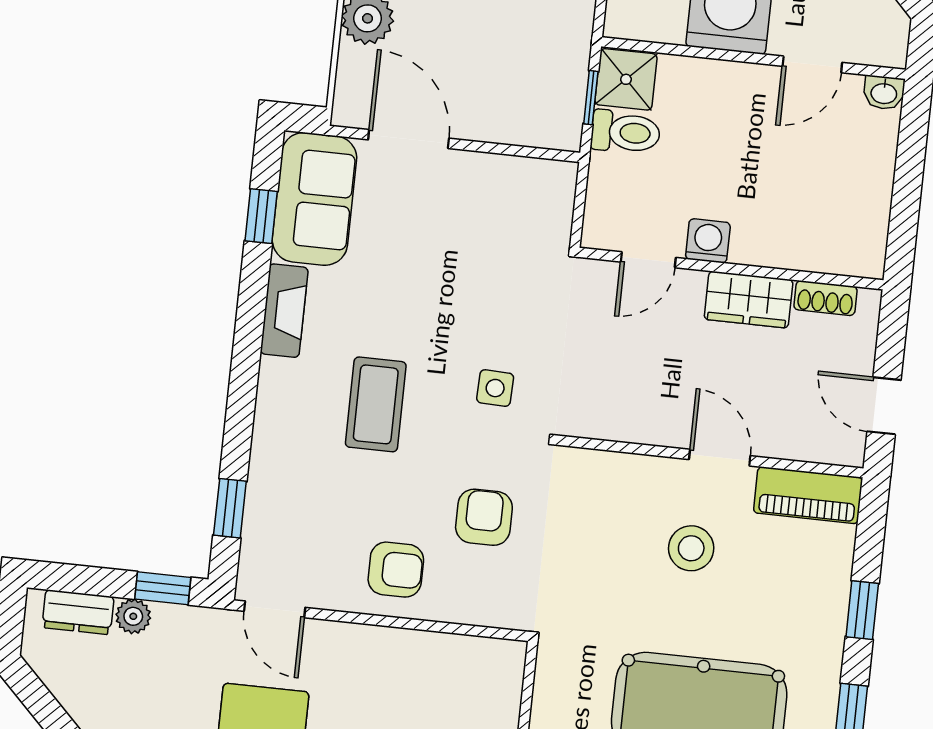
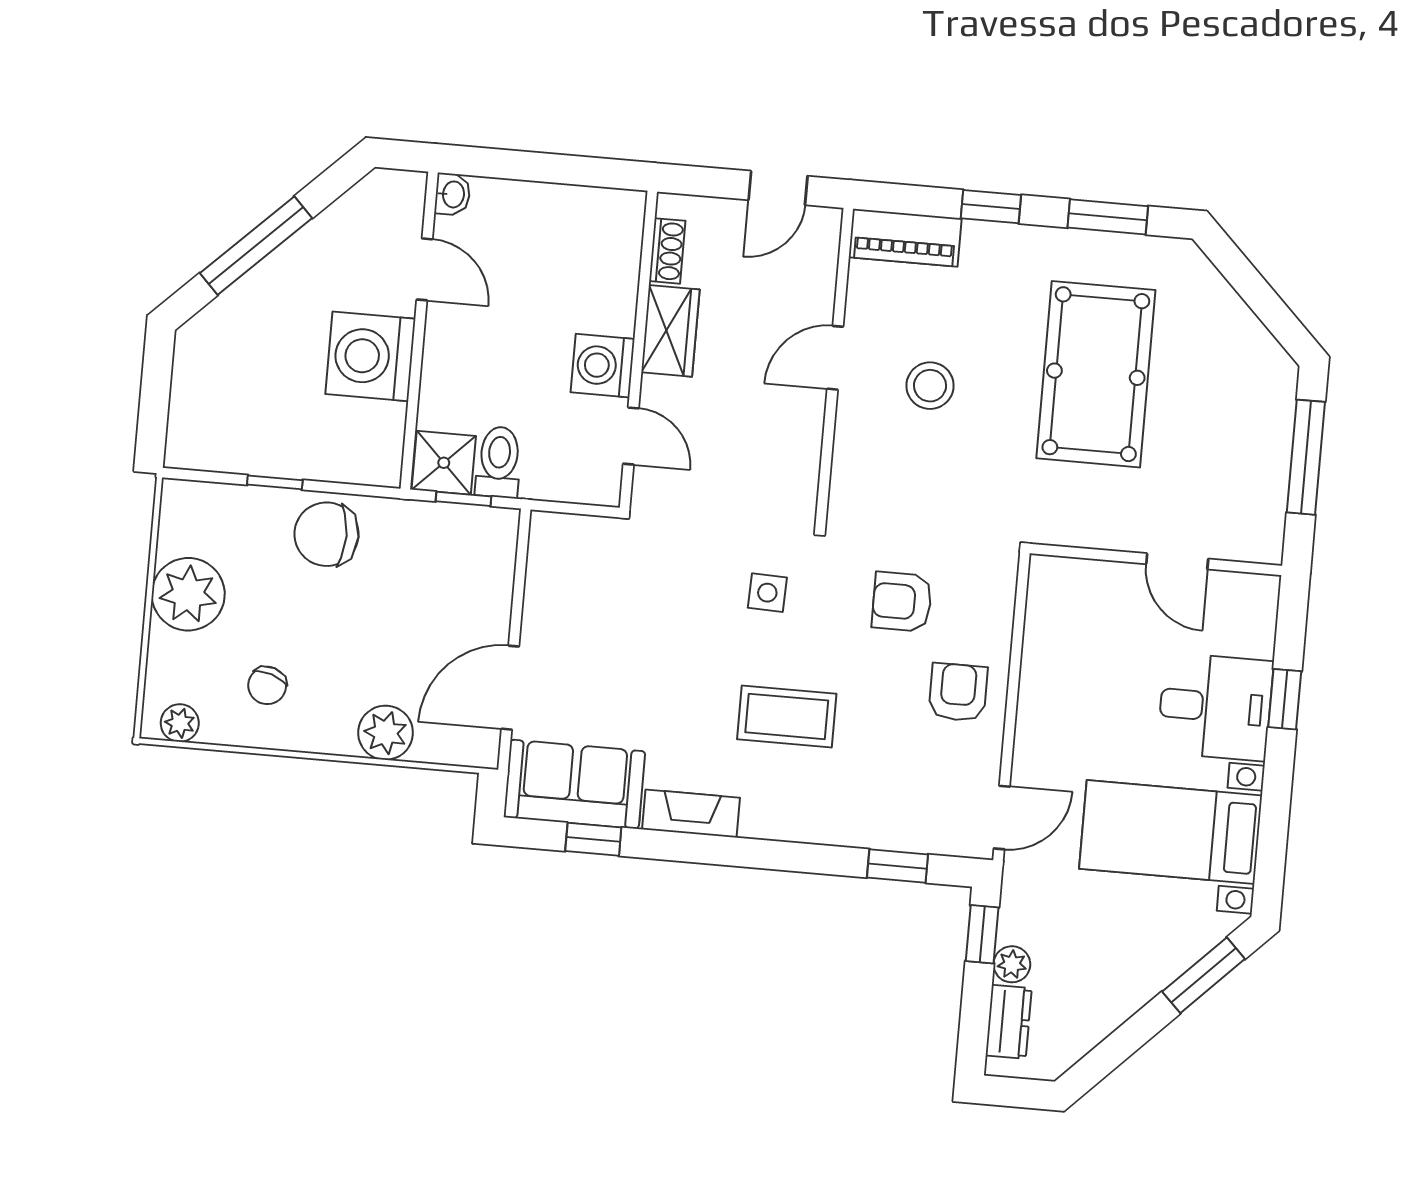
washing machine: (708, 241) -> (603, 366), width x1.38, depth x1.38
piano: (808, 495) -> (905, 238), moved, turned 90

